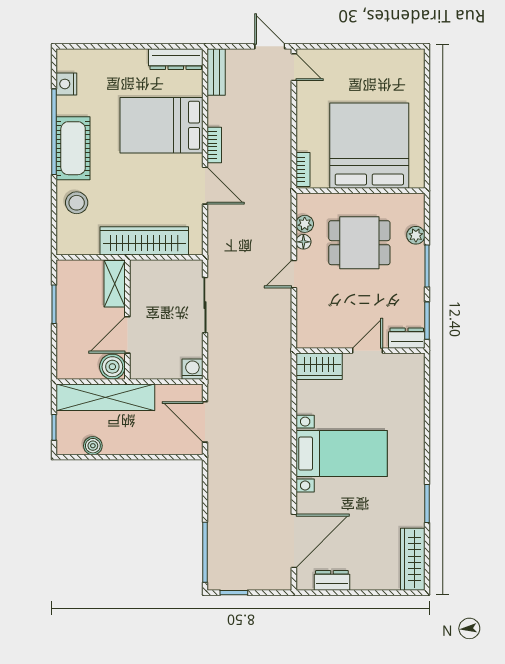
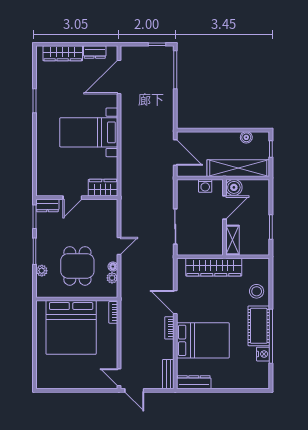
nightstand: (66, 84) -> (263, 354), moved
dining table: (359, 243) -> (77, 266), turned 90
washing machine: (192, 369) -> (205, 186), moved
wardrobe: (413, 559) -> (63, 53), moved, turned 90

